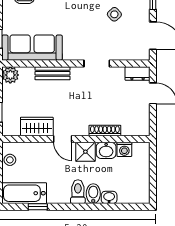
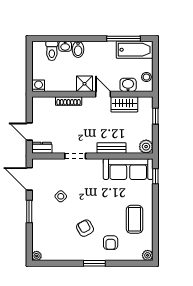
washing machine: (124, 149) -> (39, 86), moved
washbasin: (106, 150) -> (128, 85), moved
toilet: (78, 192) -> (52, 51), moved
window: (38, 207) -> (124, 39), width x2.17

